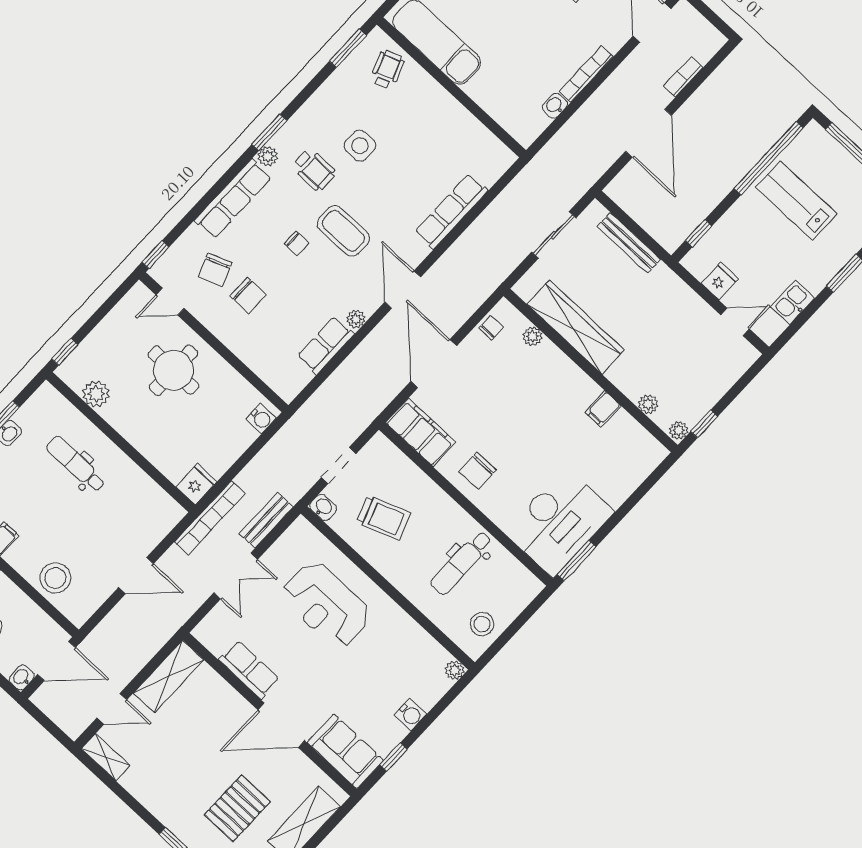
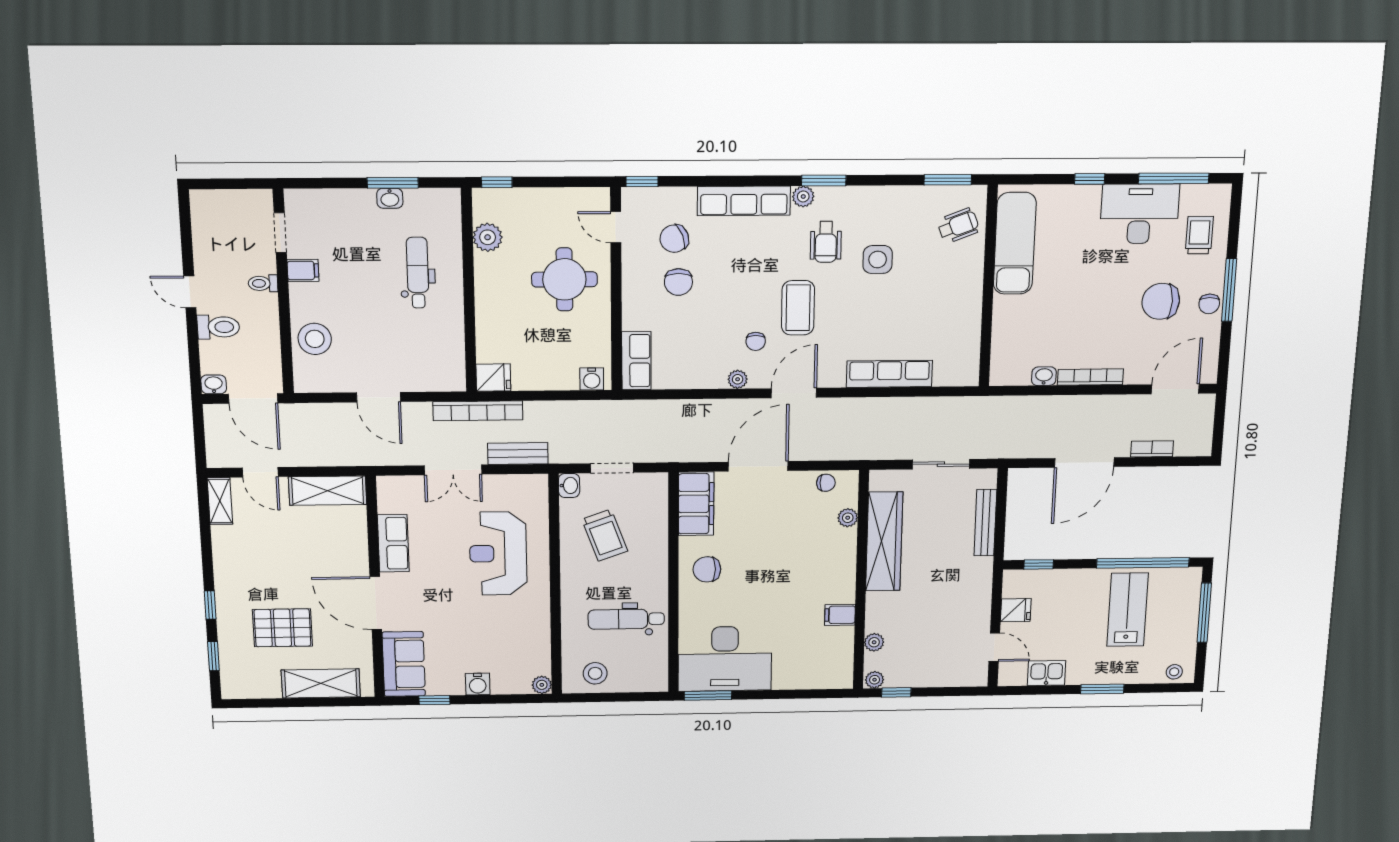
chair: (297, 243) -> (756, 341), moved
row of seats: (326, 345) -> (636, 361), moved, turned 90

